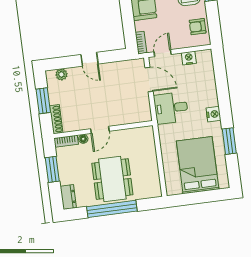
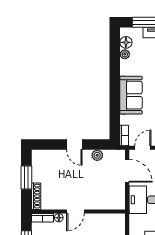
plant: (61, 74) -> (97, 155), moved

